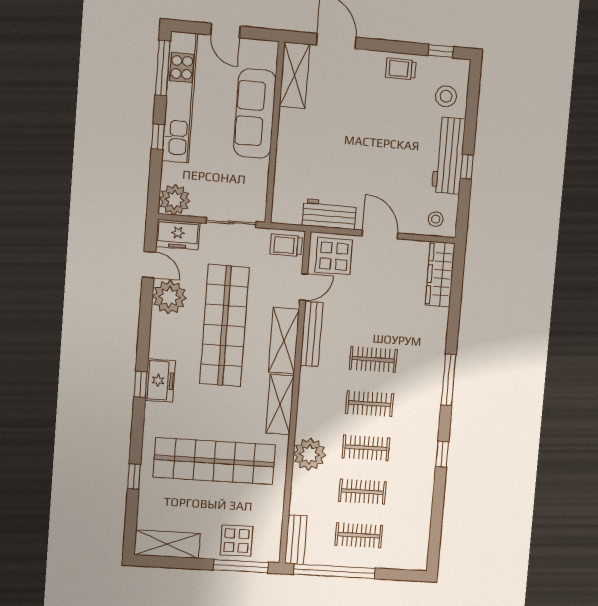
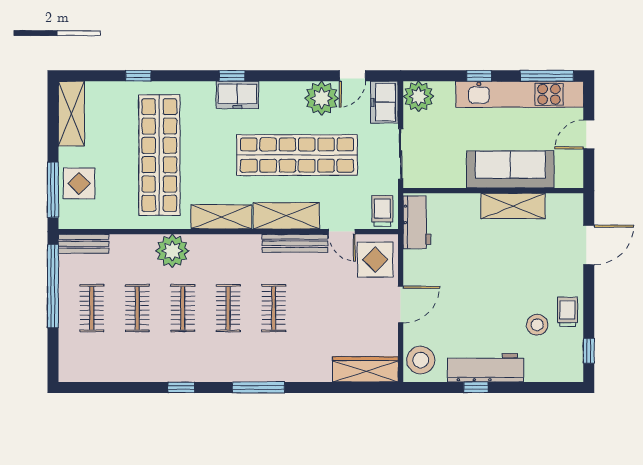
shelving: (295, 75) -> (513, 206), moved
stool: (446, 96) -> (537, 325), moved
workbench: (329, 214) -> (417, 222), moved
stool: (436, 219) -> (421, 360), width x1.89, depth x1.89

